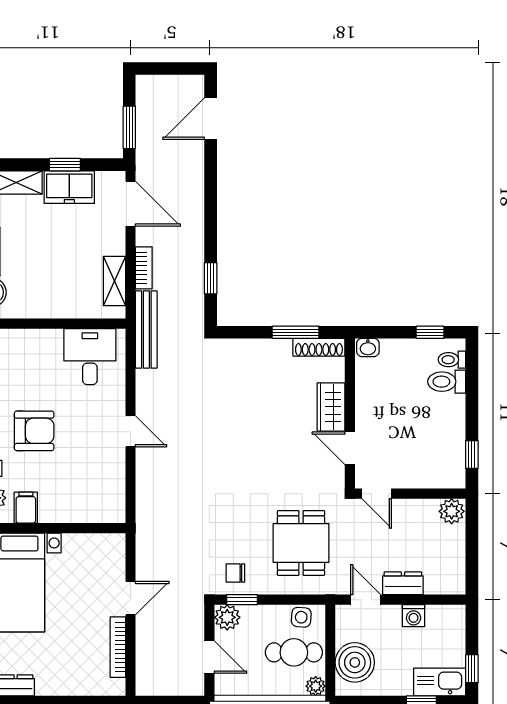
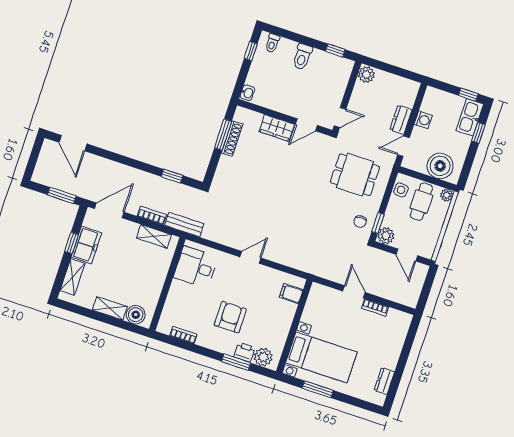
bench: (146, 329) -> (184, 224), width x0.73
shoe rack: (319, 347) -> (232, 139), moved
toilet: (447, 382) -> (302, 57), moved
filing cabinet: (26, 508) -> (291, 294), moved
bookcase: (118, 647) -> (375, 308), width x0.64
door: (209, 657) -> (407, 255), swing flipped

